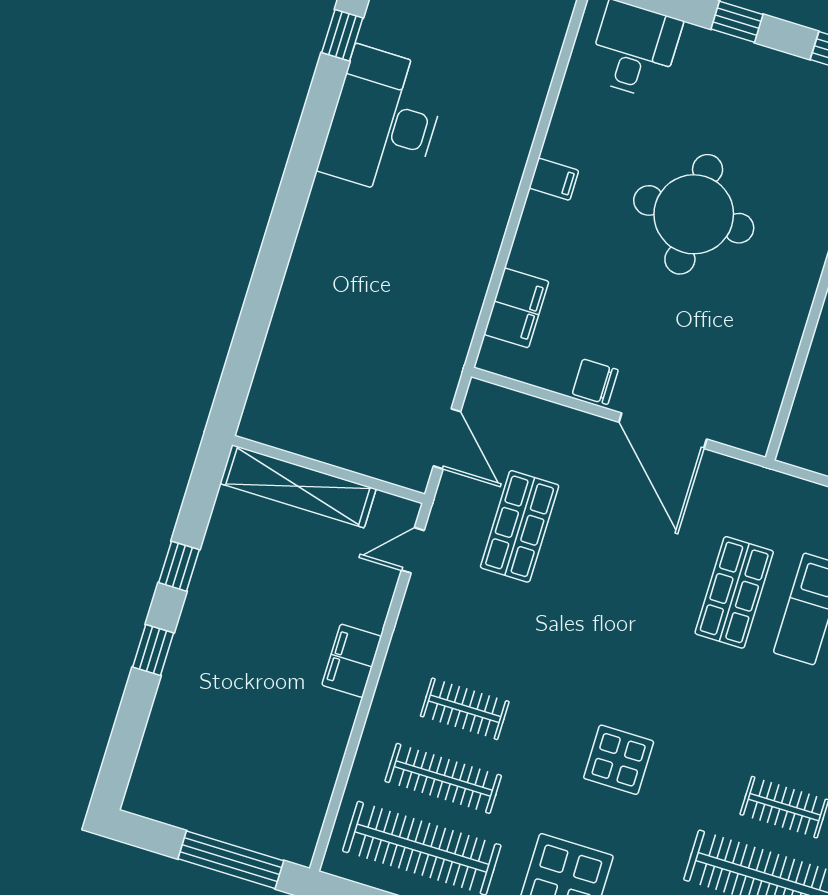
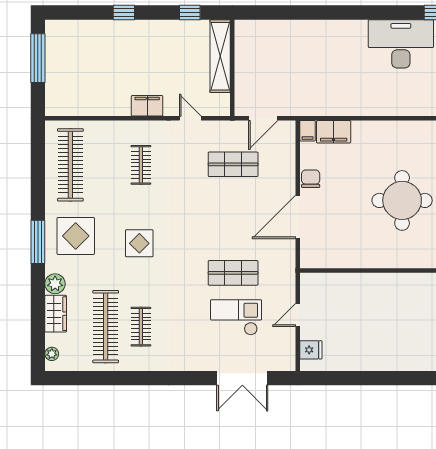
filing cabinet: (554, 179) -> (308, 131), moved
door: (413, 550) -> (190, 118), moved
window: (179, 566) -> (190, 12), moved
clothes rail: (443, 778) -> (106, 165), removed
window: (231, 860) -> (38, 58), moved

